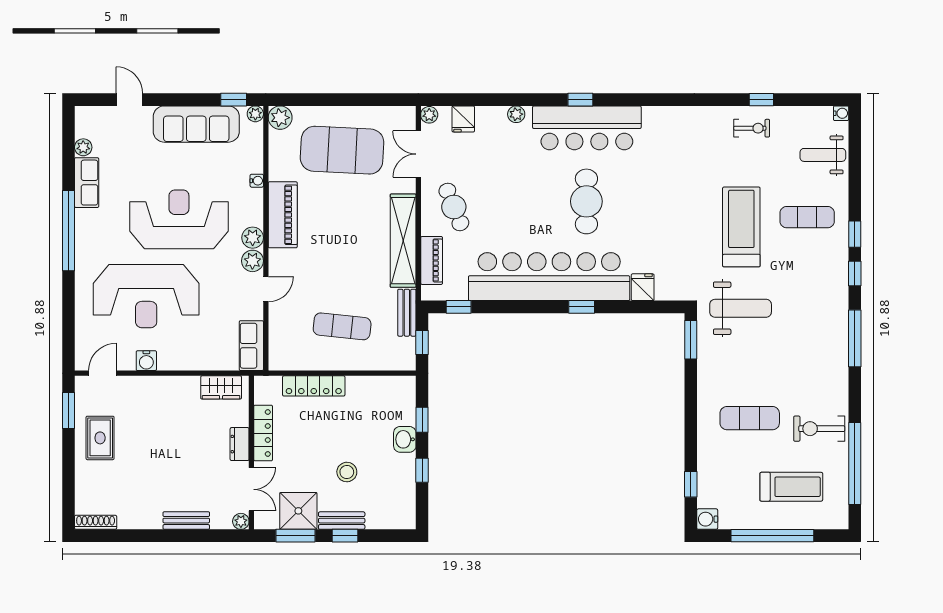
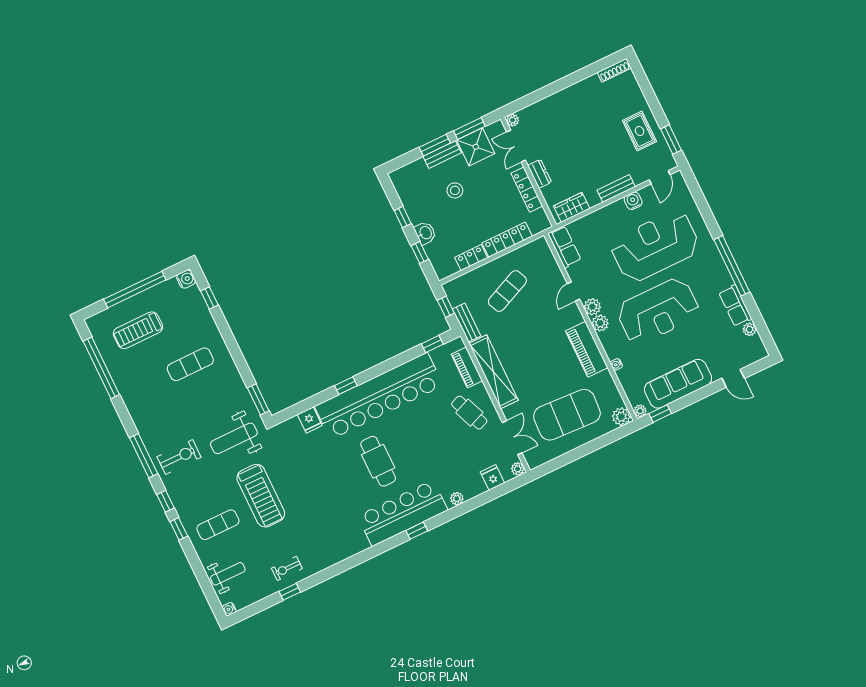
exercise mat: (342, 326) -> (507, 291), turned -30
locker: (365, 385) -> (471, 258), added
exercise bike: (819, 429) -> (179, 457), moved
bench: (186, 521) -> (616, 188), moved
window: (345, 536) -> (435, 145), width x1.50

